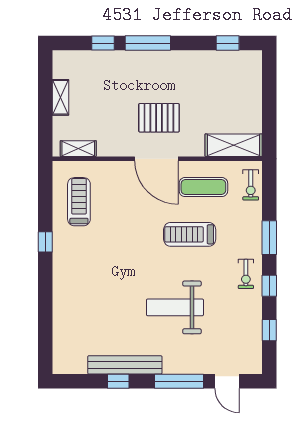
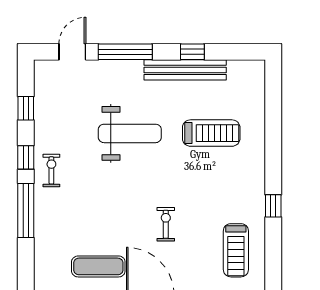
exercise bike: (251, 185) -> (166, 224), moved
treadmill: (190, 234) -> (211, 133), moved
window: (269, 238) -> (26, 210), width x1.44
door: (227, 381) -> (72, 52), hinge flipped

